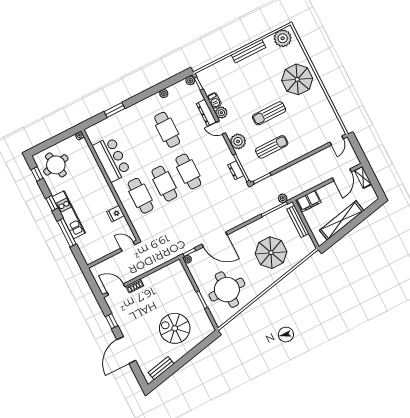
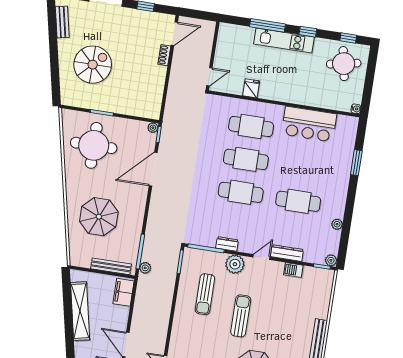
plant: (221, 113) -> (276, 268), removed
dresser: (236, 170) -> (227, 244), moved

